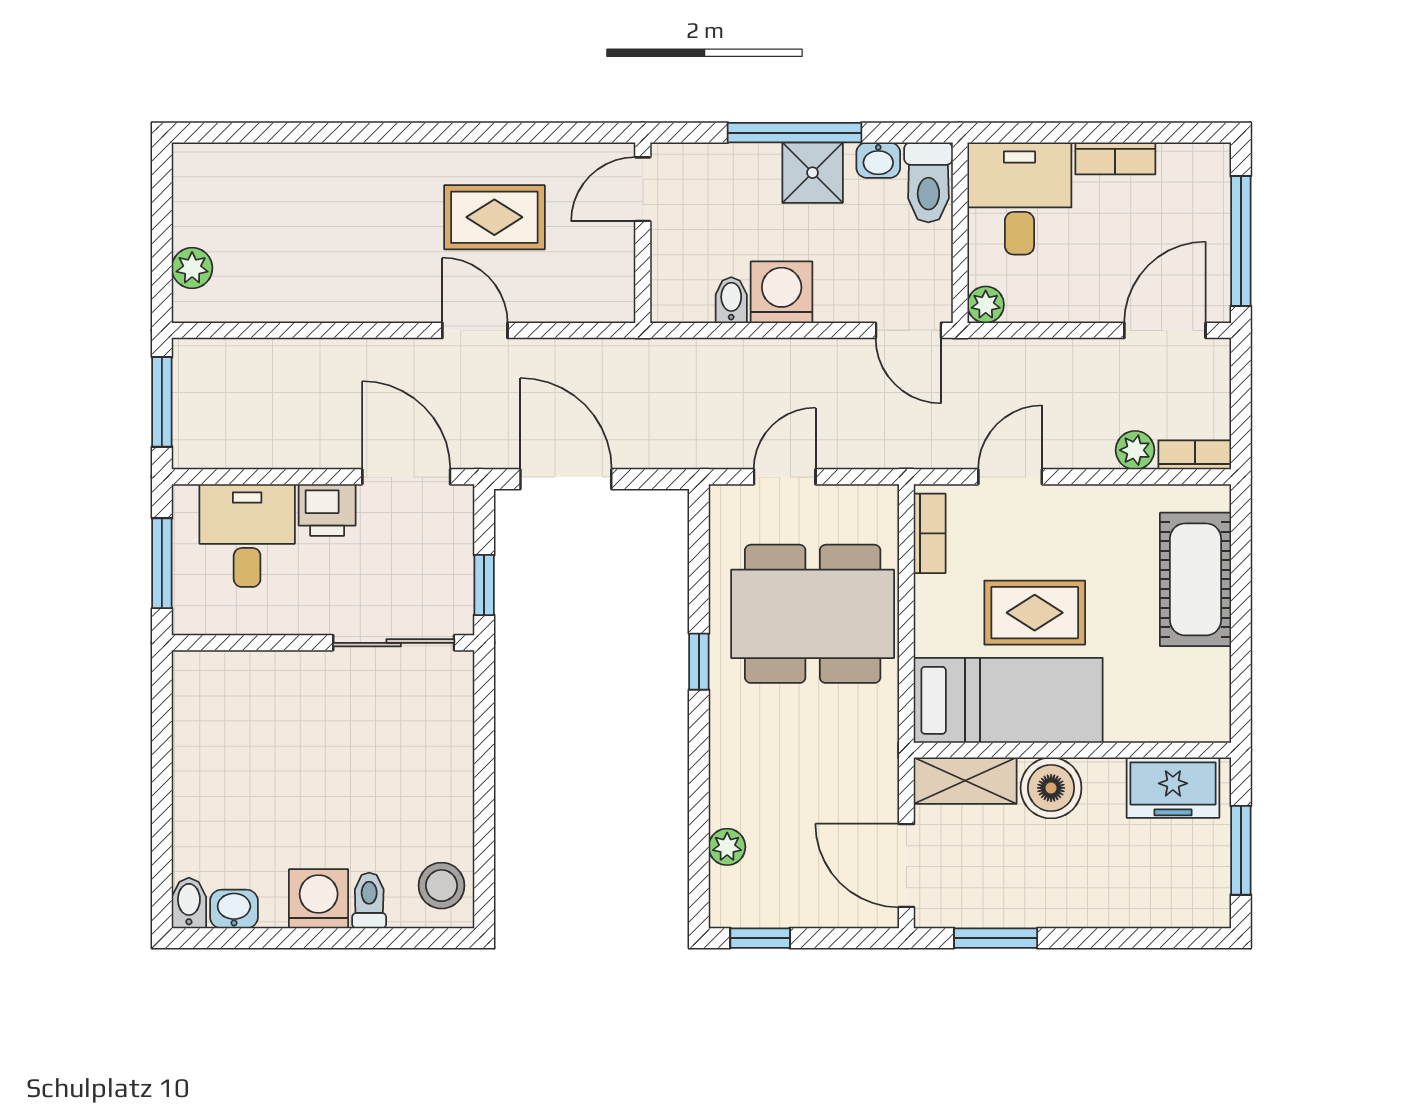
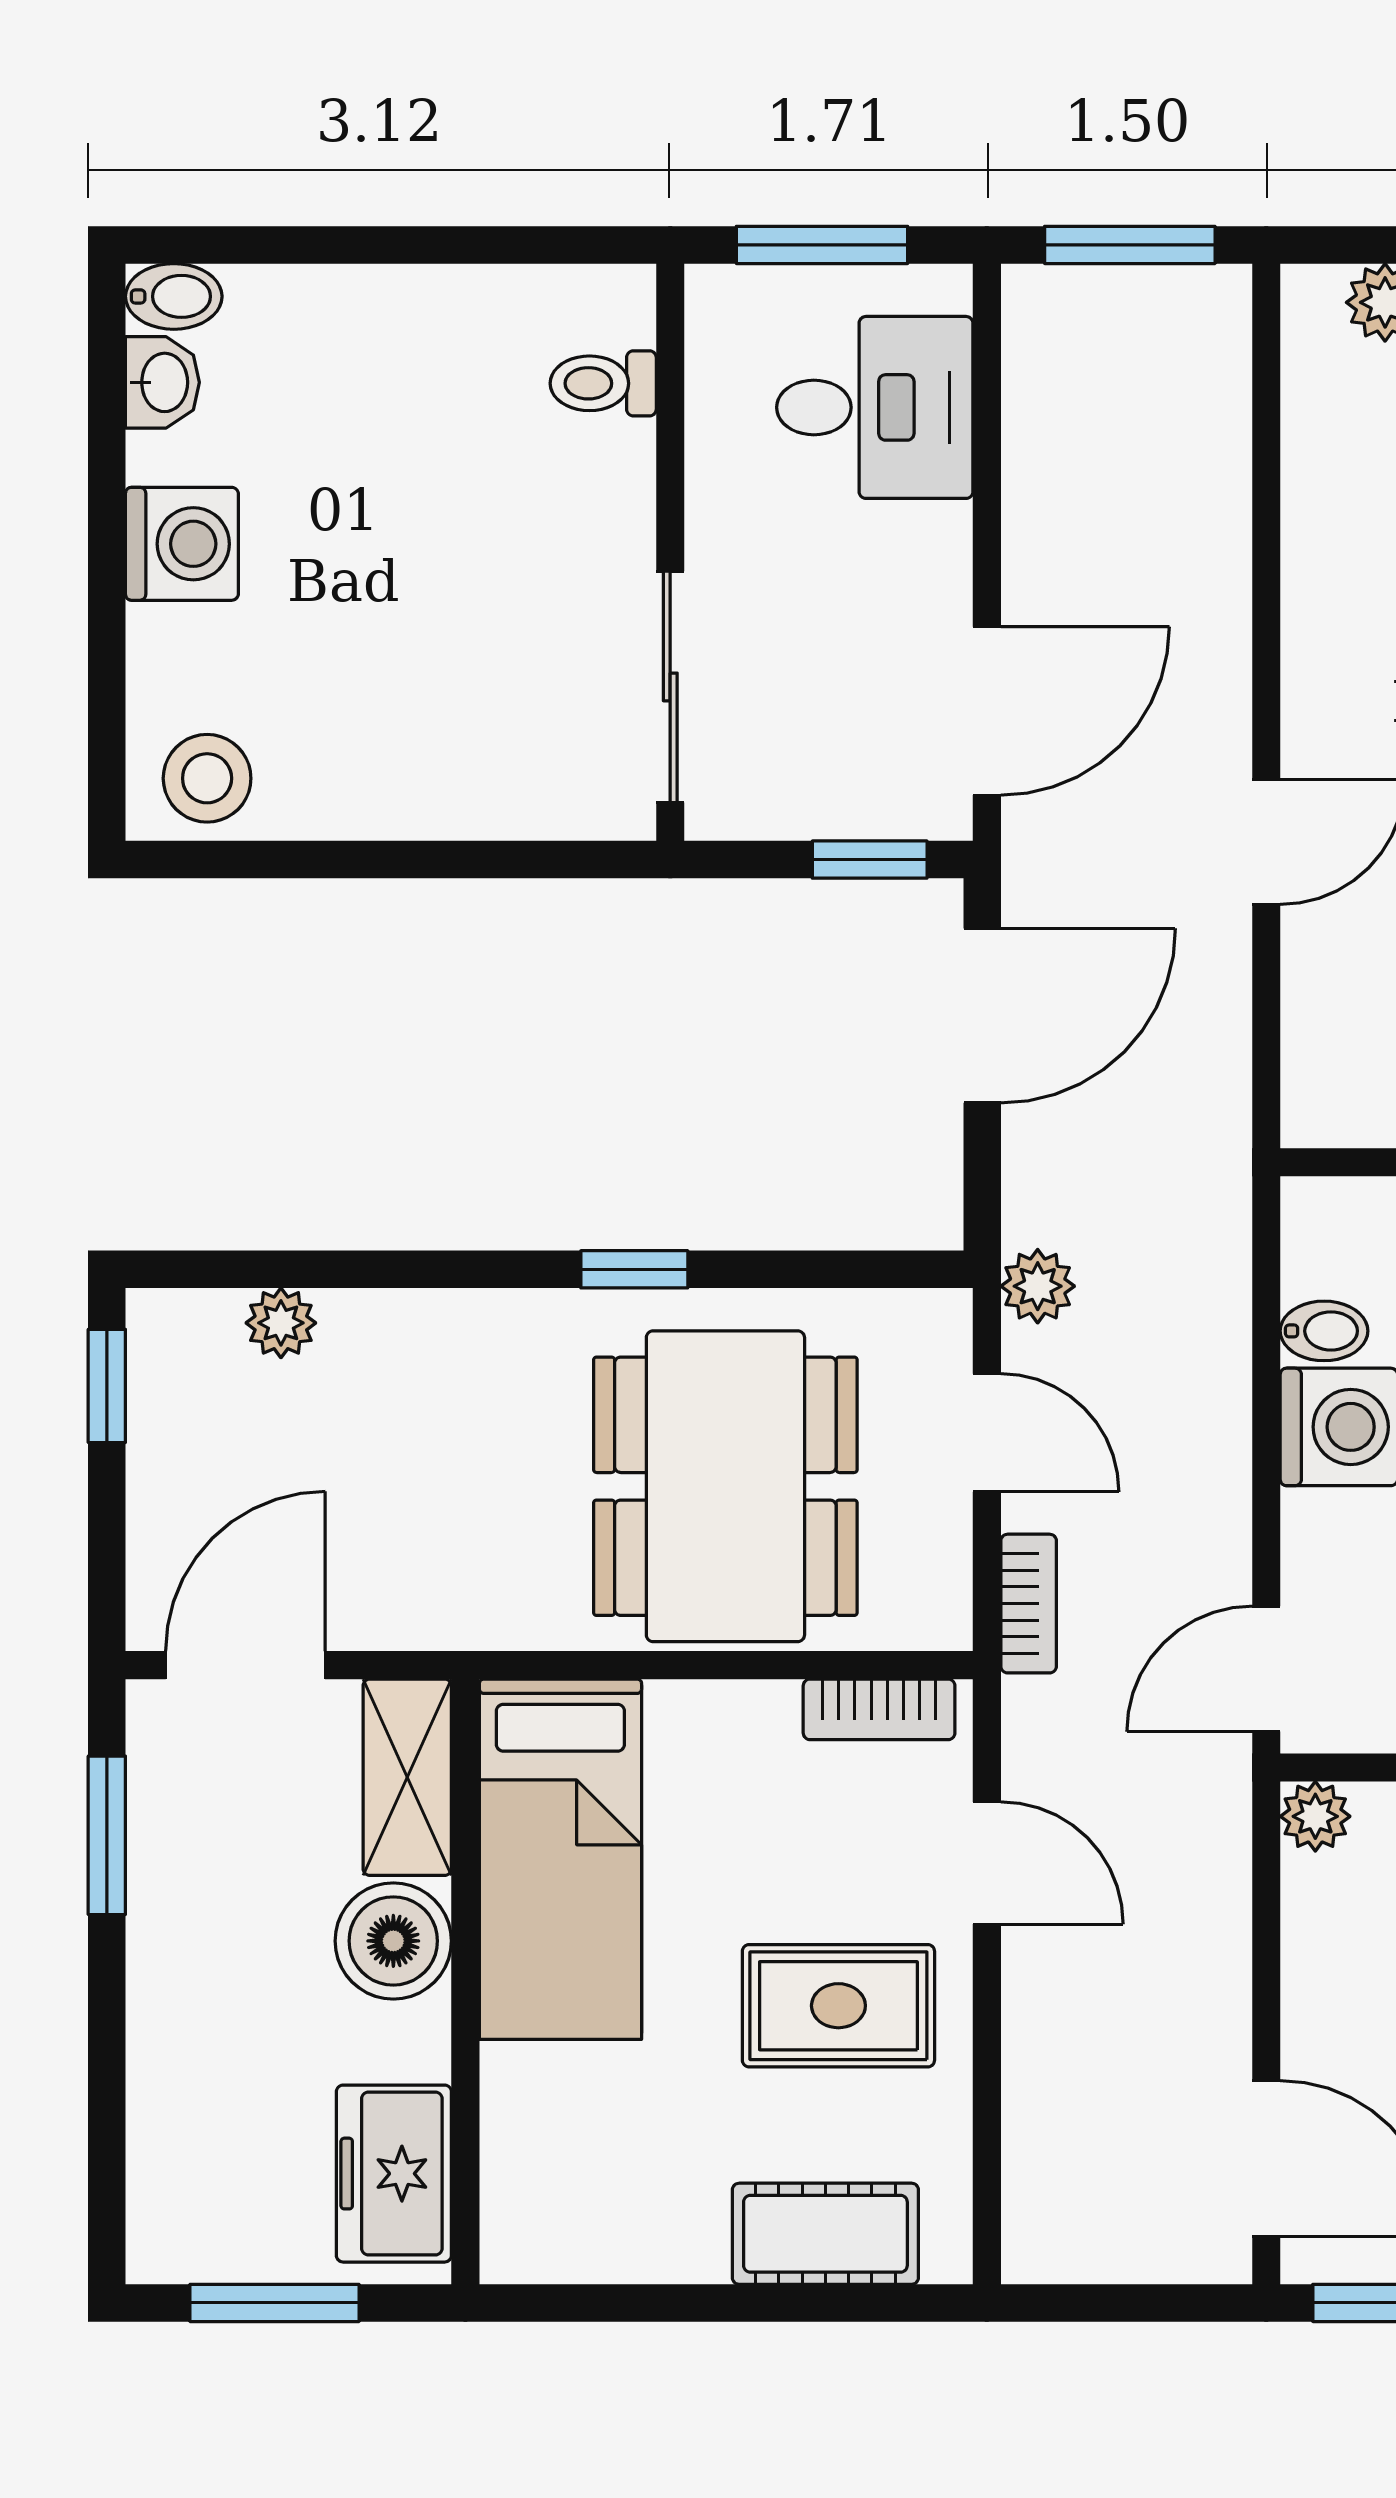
plant: (1135, 450) -> (1038, 1286), moved
bookcase: (1195, 455) -> (1029, 1604), moved
printer: (327, 510) -> (924, 560), removed
cot: (1196, 579) -> (825, 2234), width x0.73, depth x0.75
window: (484, 585) -> (870, 860), moved
rug: (1035, 613) -> (838, 2006), moved, turned 90
toilet: (369, 901) -> (603, 383), moved, turned 180

